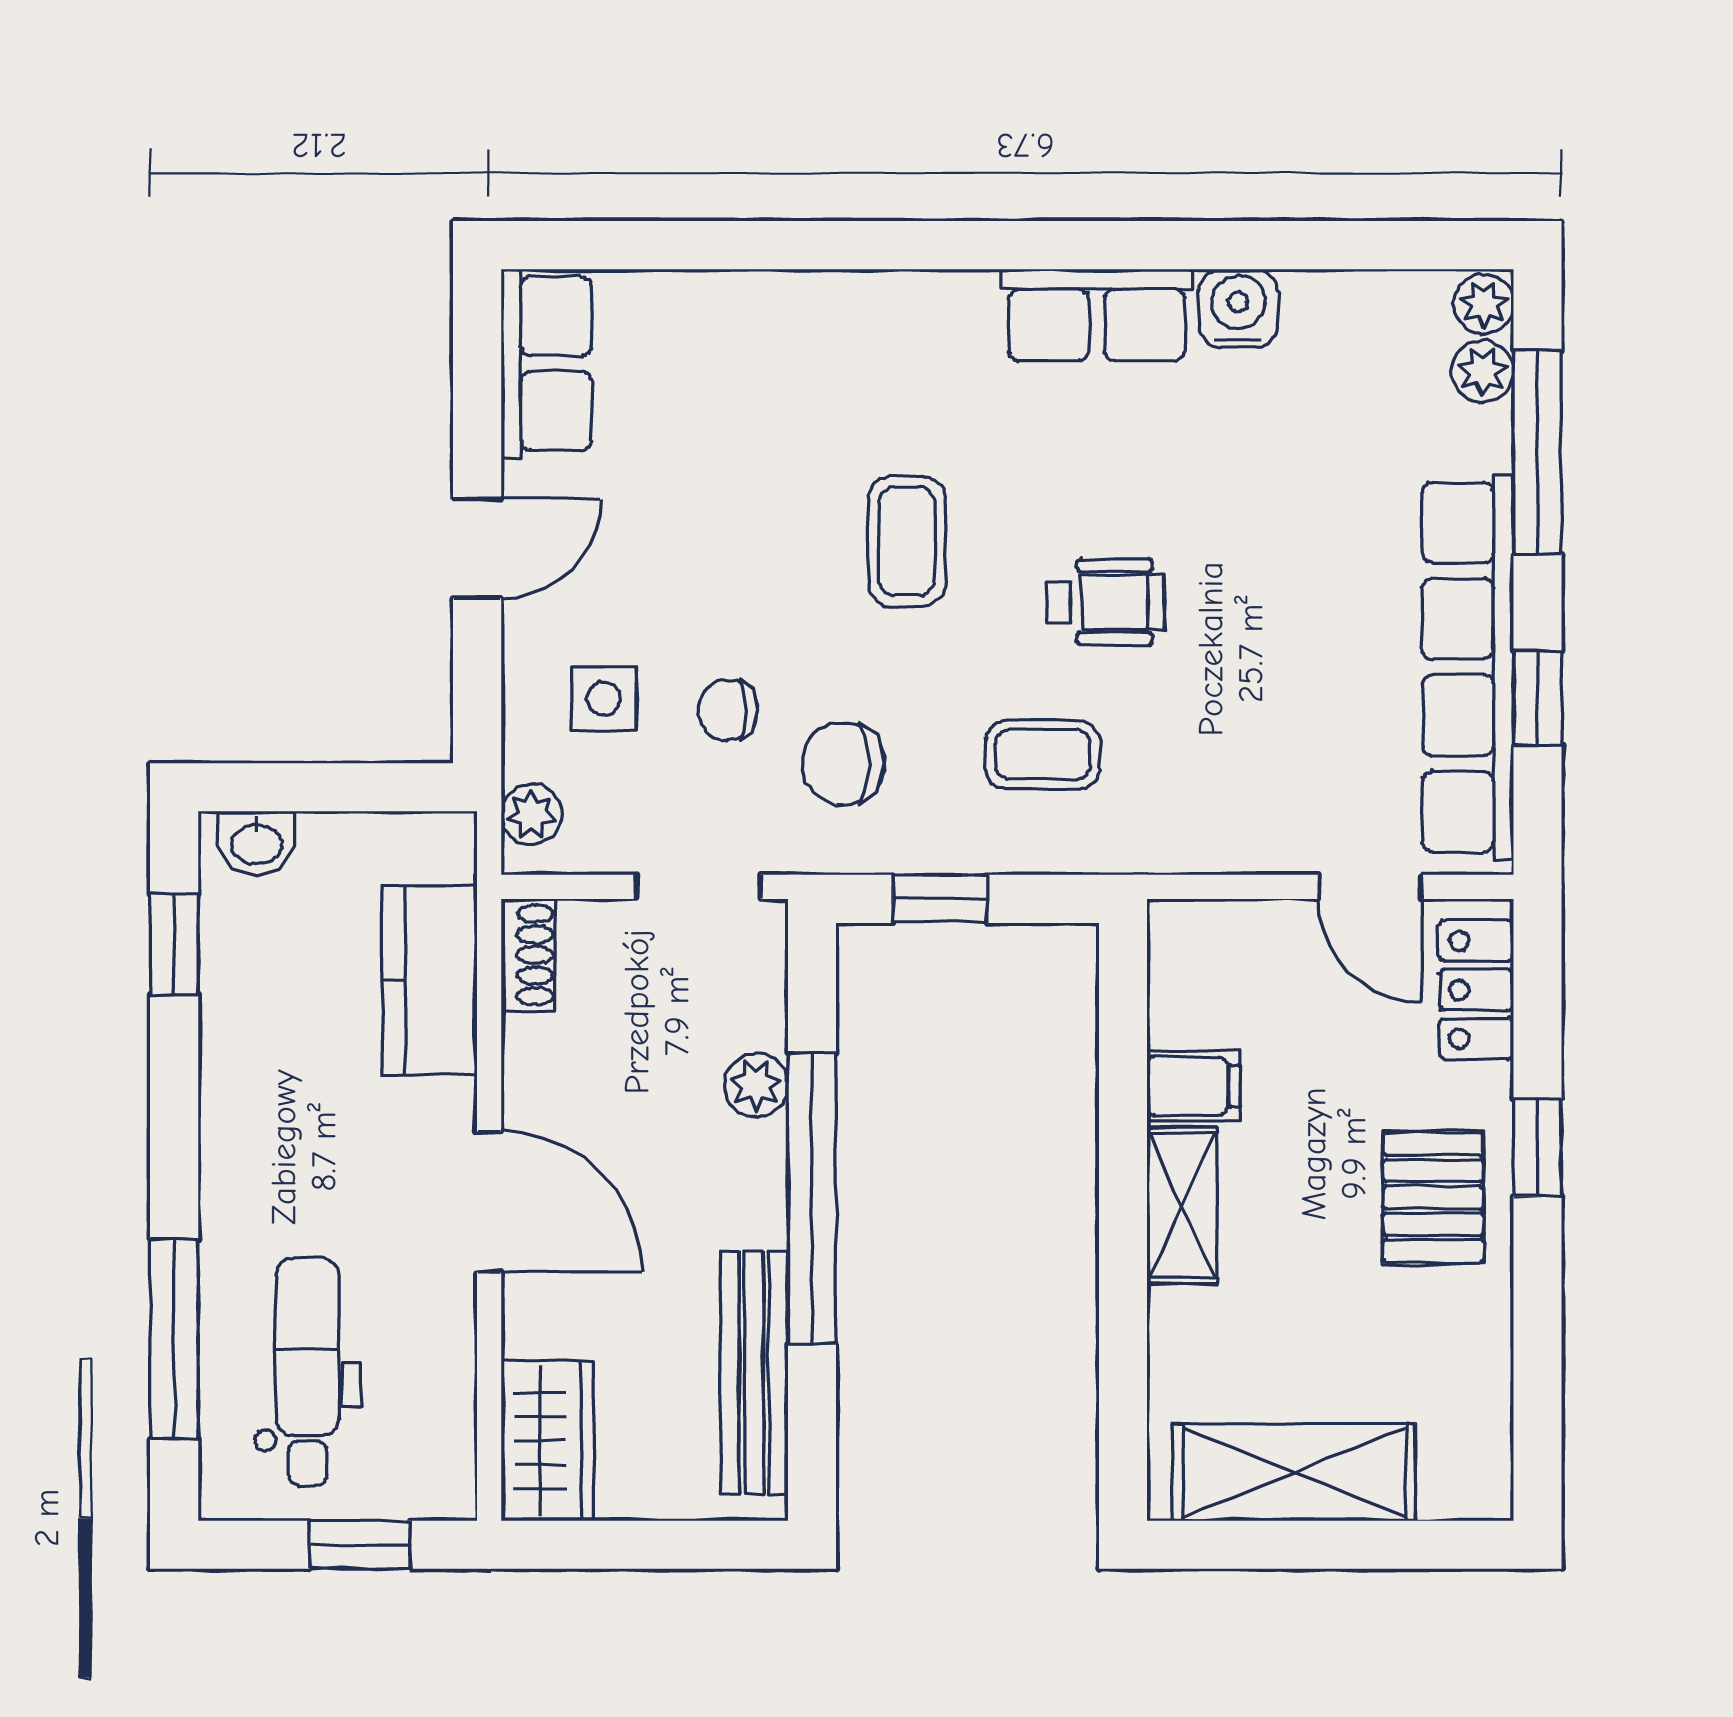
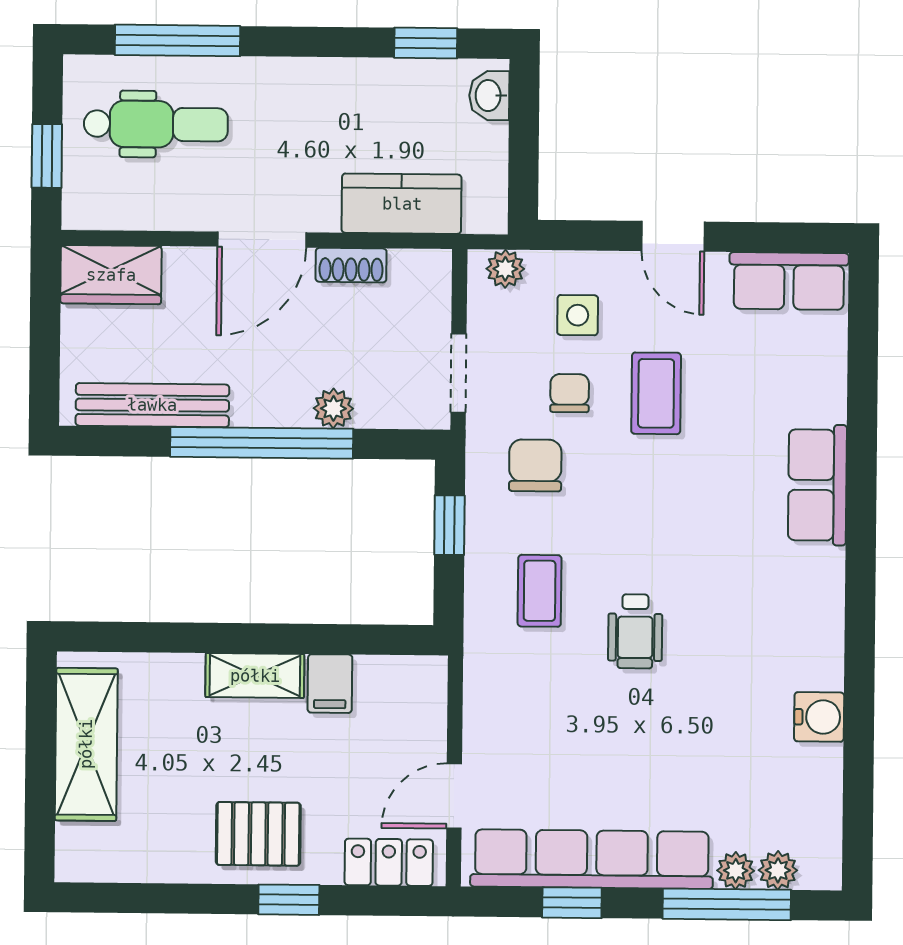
plant: (1484, 304) -> (736, 871), moved
row of seats: (1097, 315) -> (817, 485), moved
coffee table: (907, 541) -> (656, 393), moved, turned 90
shoe rack: (528, 955) -> (351, 265), moved

